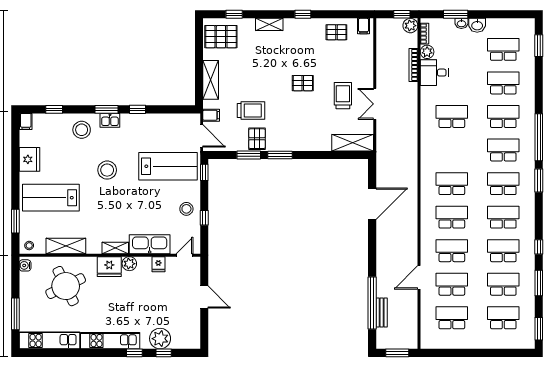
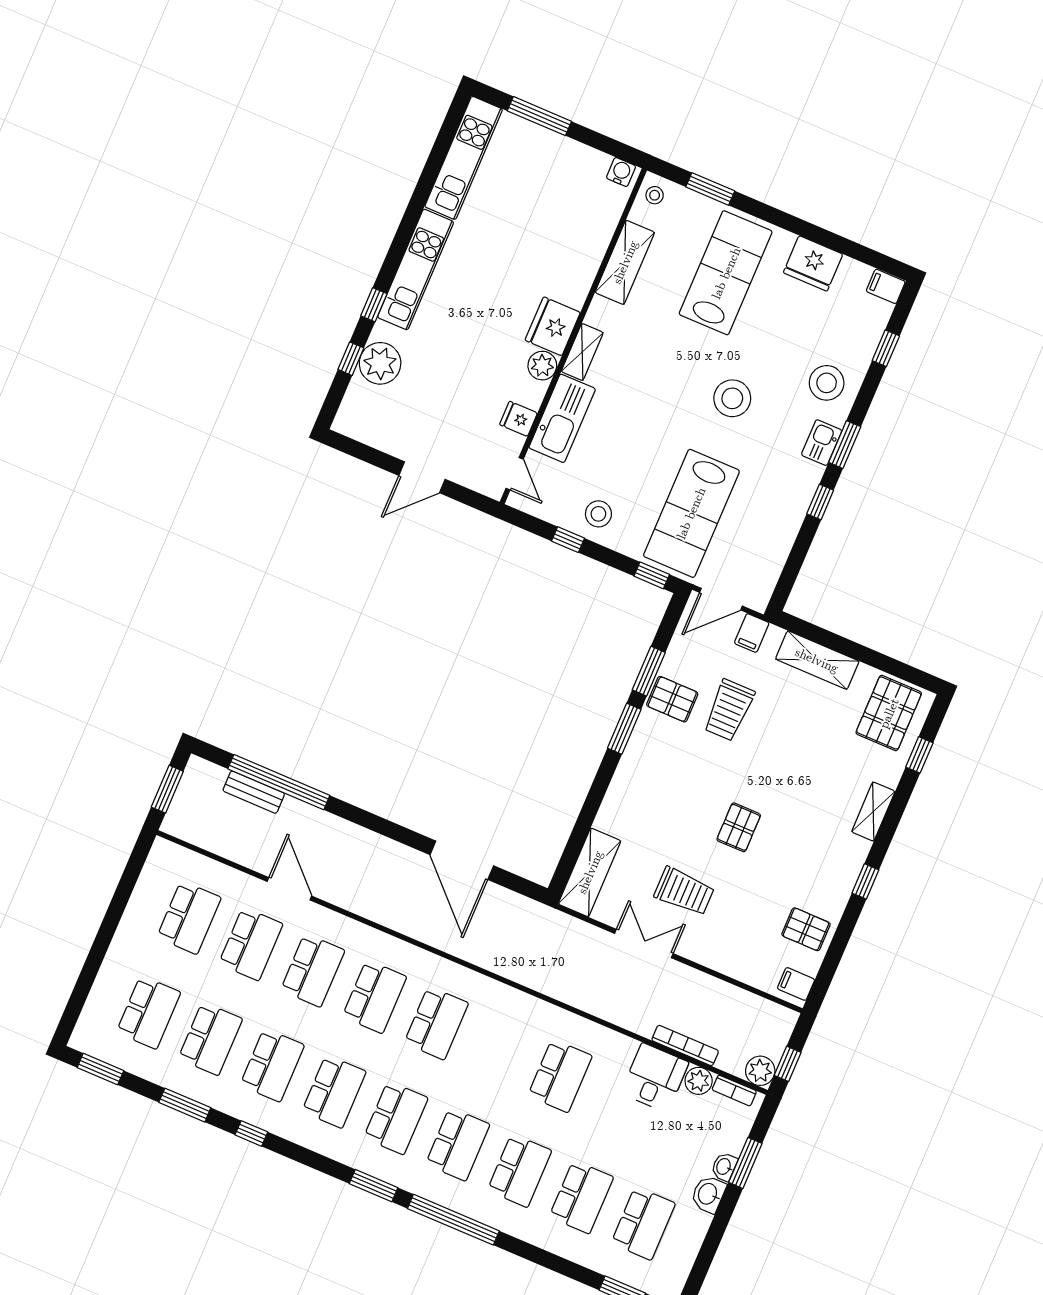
pallet: (336, 32) -> (806, 929), turned 90
round table: (66, 286) -> (551, 231), removed

